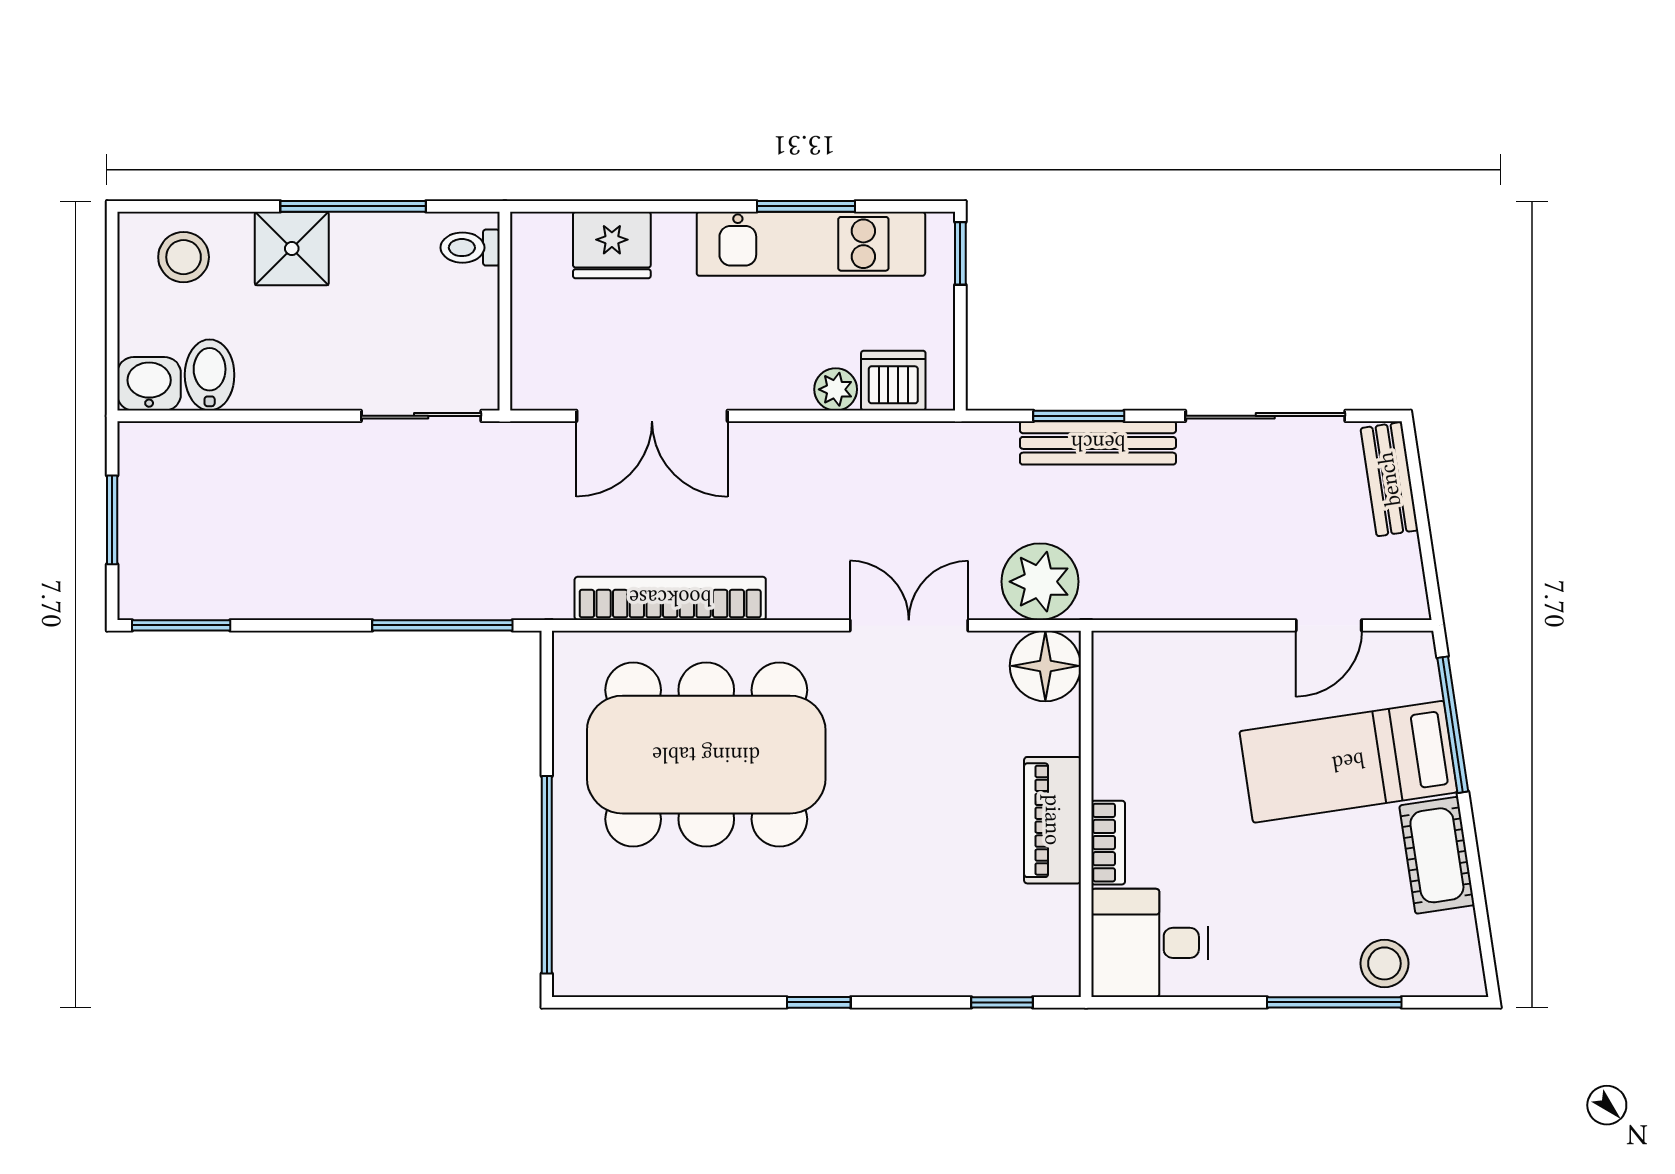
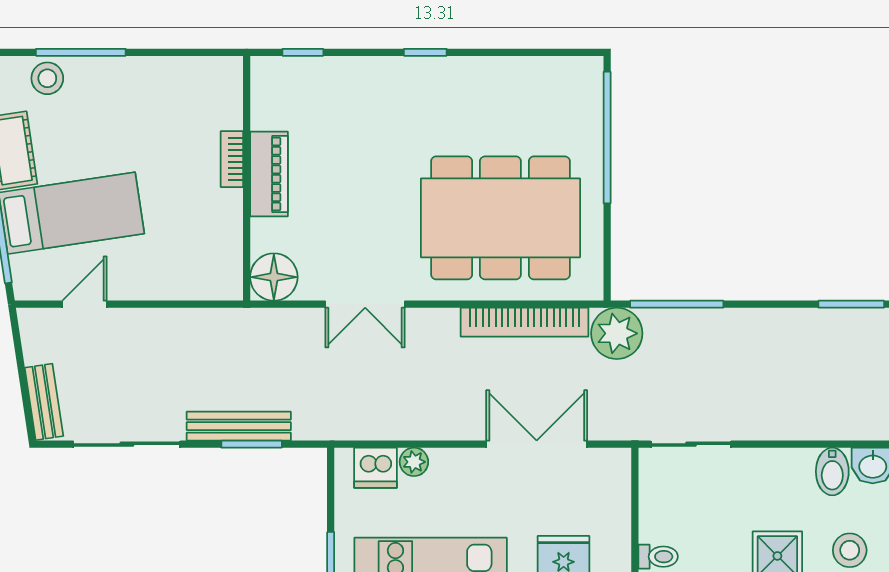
plant: (1040, 582) -> (617, 333), moved
desk: (1150, 943) -> (204, 92), removed

